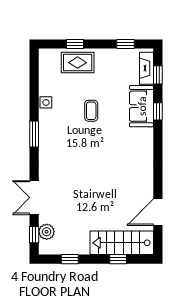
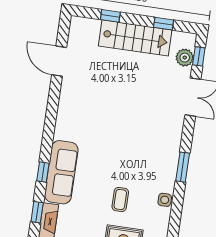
sofa: (142, 106) -> (61, 172), width x1.36
coffee table: (91, 111) -> (120, 199), moved
door: (158, 212) -> (59, 61), swing flipped
stairs: (122, 243) -> (135, 38), moved

